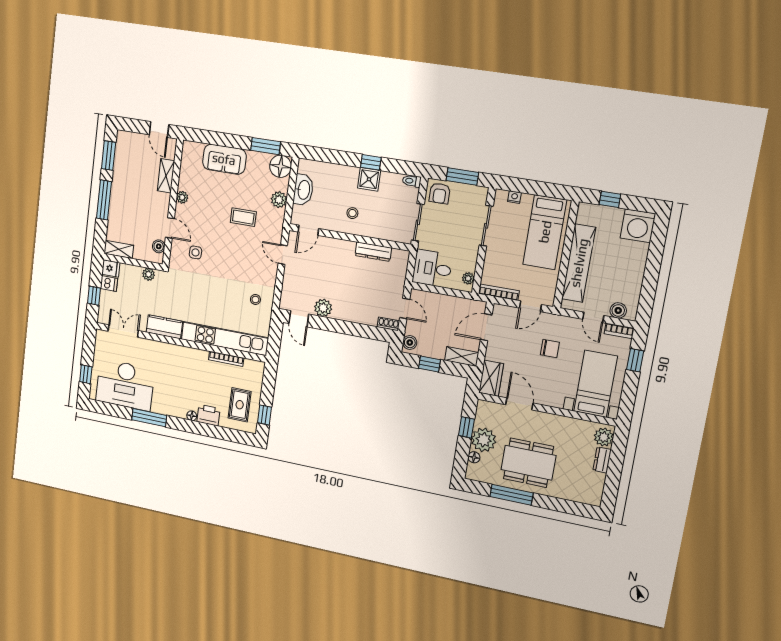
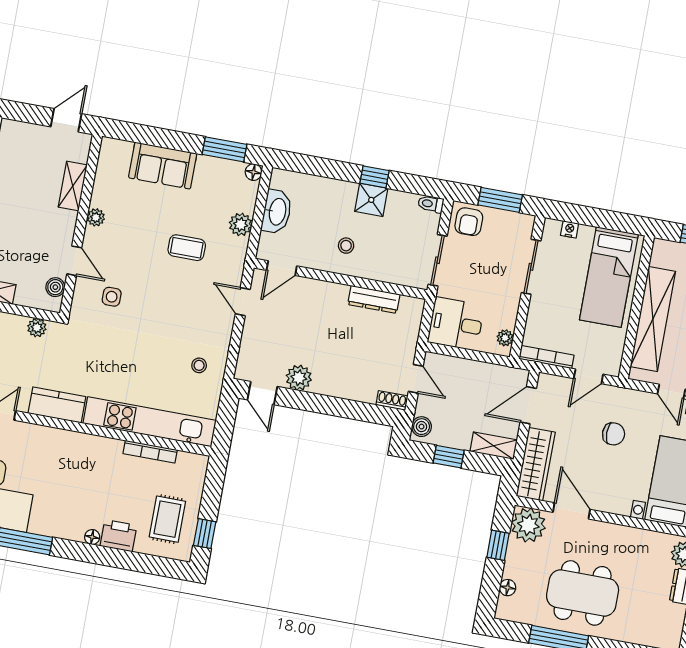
door: (159, 130) -> (66, 120), swing flipped
floor lamp: (280, 166) -> (254, 172), width x0.53, depth x0.53
wardrobe: (491, 378) -> (536, 464), width x1.50
plant: (484, 440) -> (528, 525), moved

